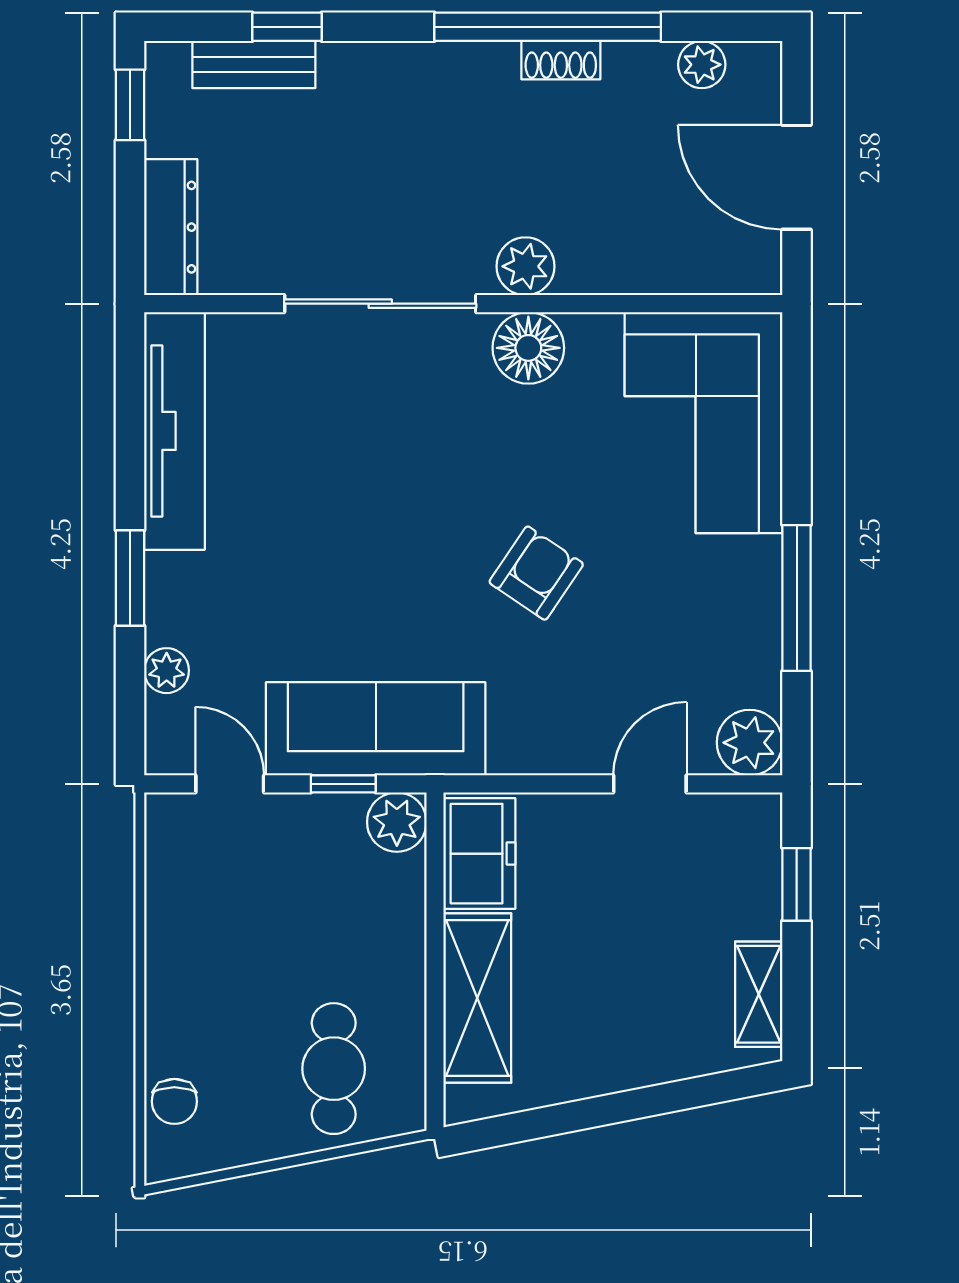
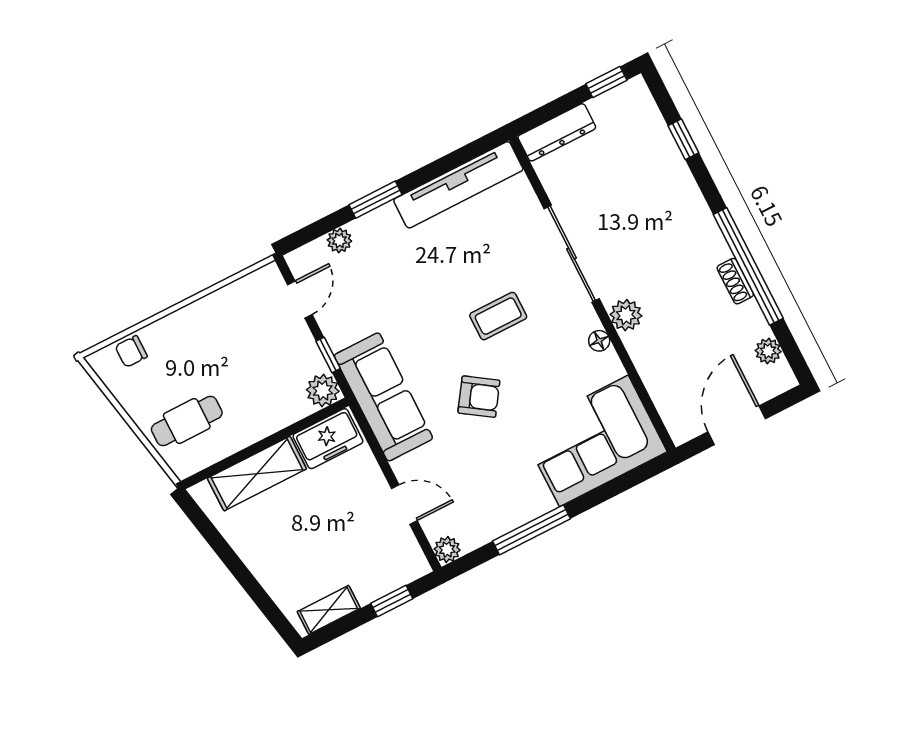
bench: (254, 65) -> (657, 132), removed
floor lamp: (528, 348) -> (599, 341), width x0.53, depth x0.53
coffee table: (421, 475) -> (498, 316), added
sofa: (376, 729) -> (383, 397), moved
plant: (750, 743) -> (447, 549), width x0.73, depth x0.73

